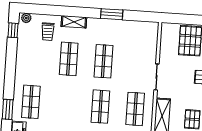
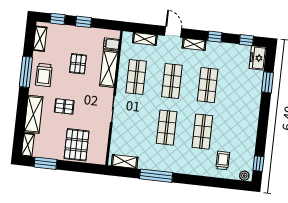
window: (112, 14) -> (156, 176), width x1.44
shelving: (74, 22) -> (125, 161), moved
shop shelf: (31, 102) -> (208, 85), moved

